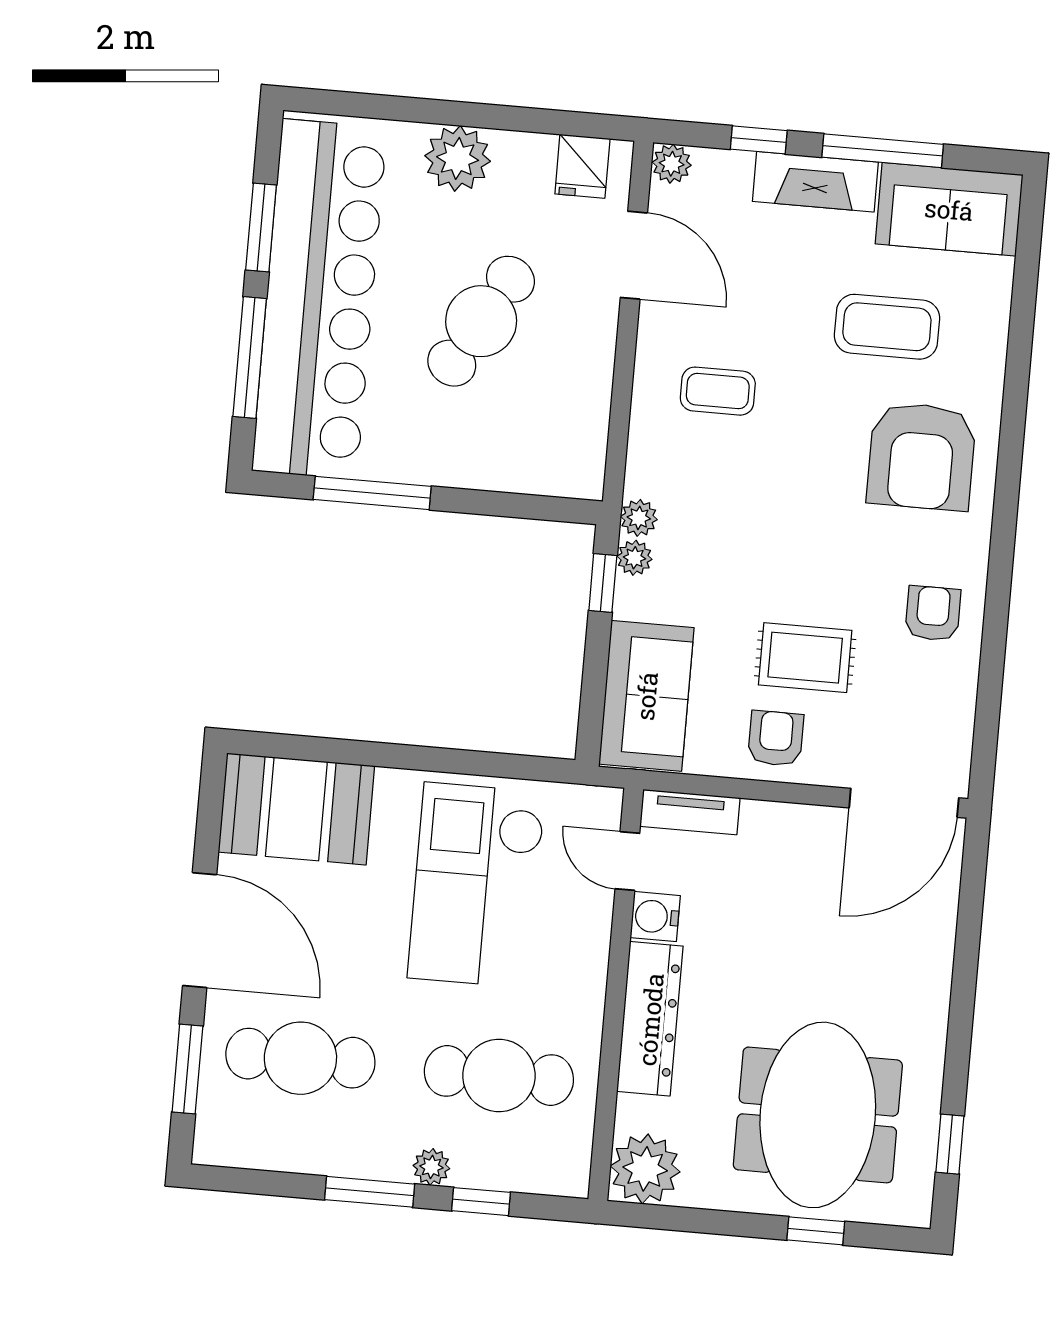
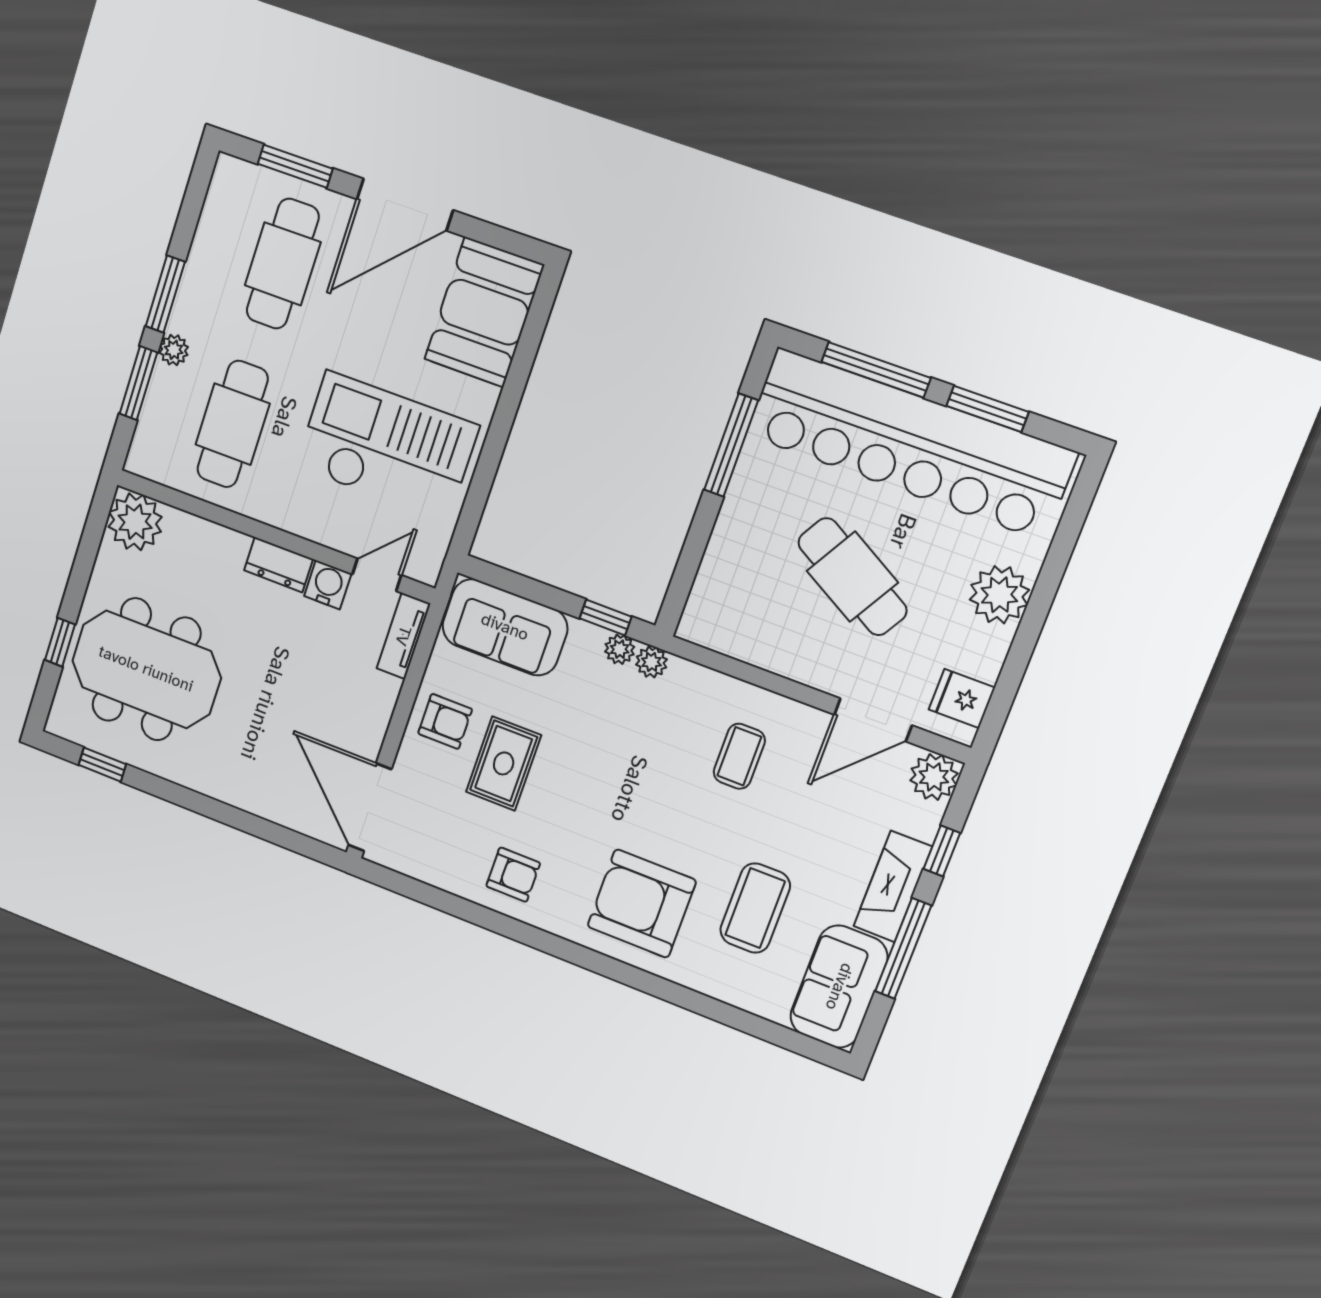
plant: (672, 164) -> (934, 777), width x1.38, depth x1.38
dresser: (650, 1019) -> (279, 565), width x0.51, depth x0.80
window: (481, 1202) -> (138, 383), width x1.50

